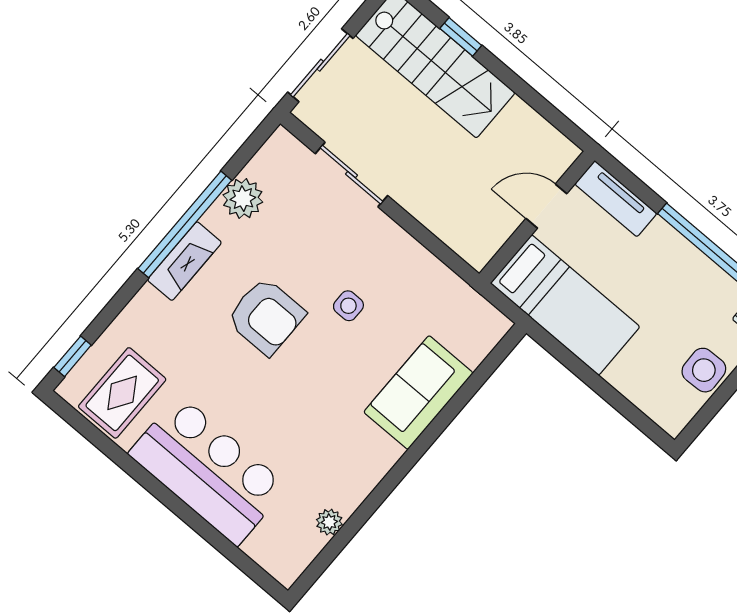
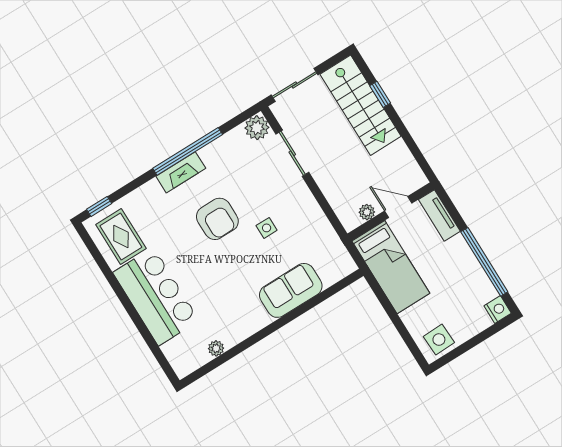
plant: (243, 199) -> (257, 128), moved
plant: (499, 230) -> (367, 212), added
side table: (704, 370) -> (439, 340), moved
rug: (122, 393) -> (121, 236), turned 90

